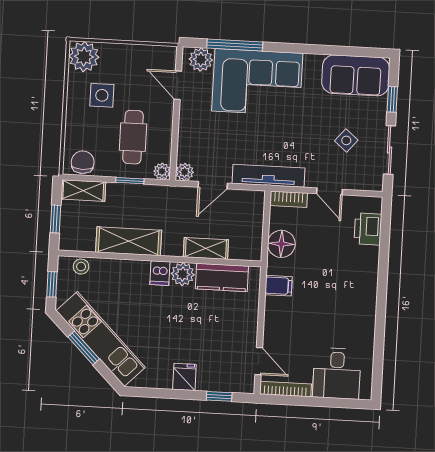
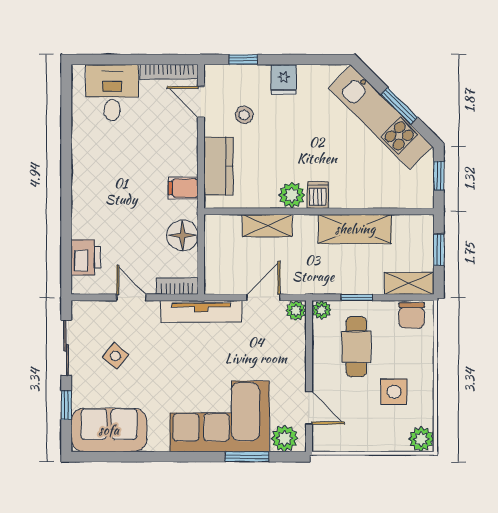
window: (235, 45) -> (247, 457), width x0.69
plant: (84, 57) -> (421, 439), width x0.73, depth x0.73
stool: (81, 267) -> (244, 115), moved
kitchen counter: (222, 277) -> (218, 166), moved, turned 90

